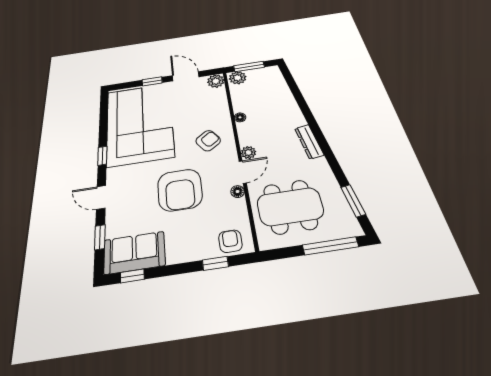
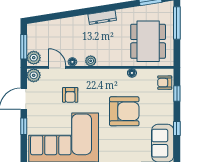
armchair: (208, 141) -> (70, 95), moved, turned -145
plant: (248, 153) -> (91, 61), moved
door: (243, 172) -> (57, 67), moved
window: (132, 276) -> (177, 128), moved

